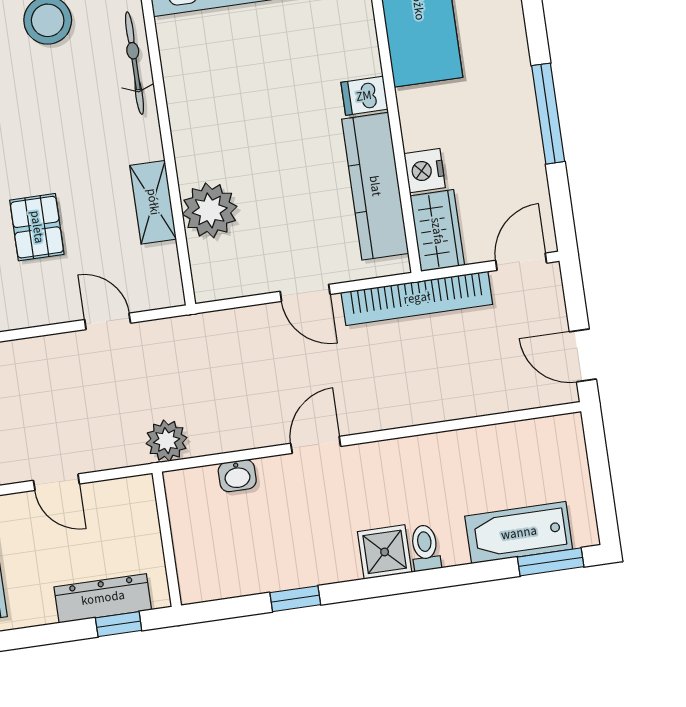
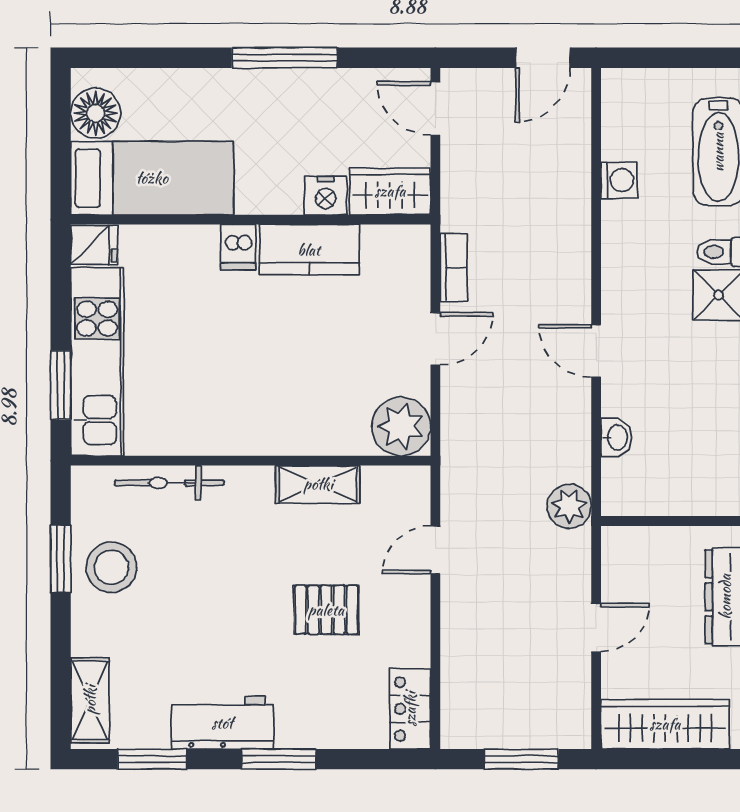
kitchen counter: (375, 186) -> (309, 250), width x0.67
plant: (210, 210) -> (401, 426), moved
bookcase: (417, 298) -> (454, 267), width x0.43, depth x0.76
washing machine: (479, 443) -> (619, 180), added

